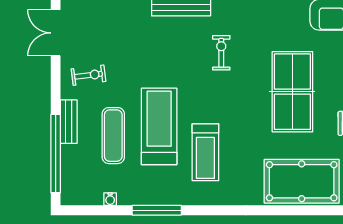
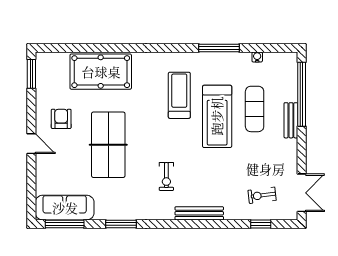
exercise bike: (88, 75) -> (262, 195), moved

